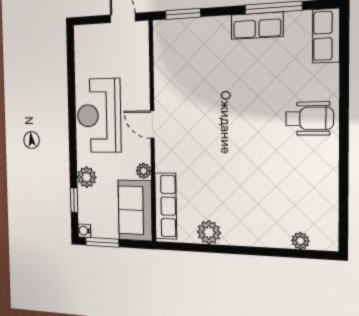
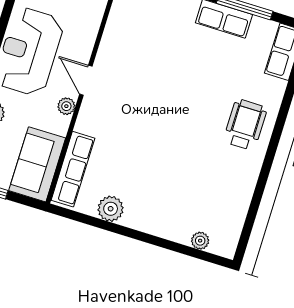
wheelchair: (309, 119) -> (245, 125), turned -90
plant: (144, 171) -> (66, 106), moved

